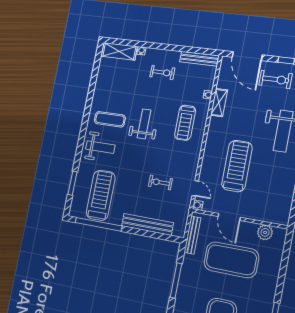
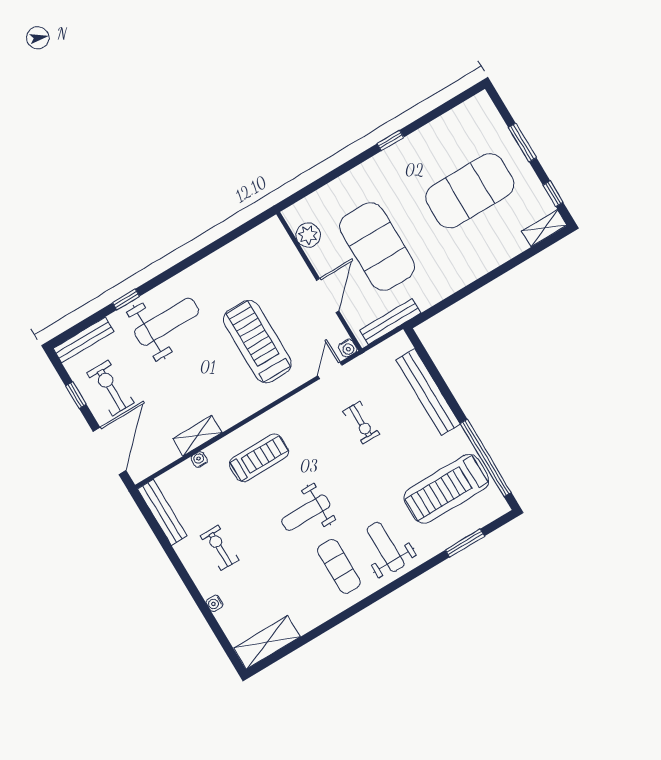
shelving: (119, 51) -> (267, 642), moved, turned 90
treadmill: (237, 166) -> (257, 342), turned 90
window: (176, 280) -> (464, 292), removed

